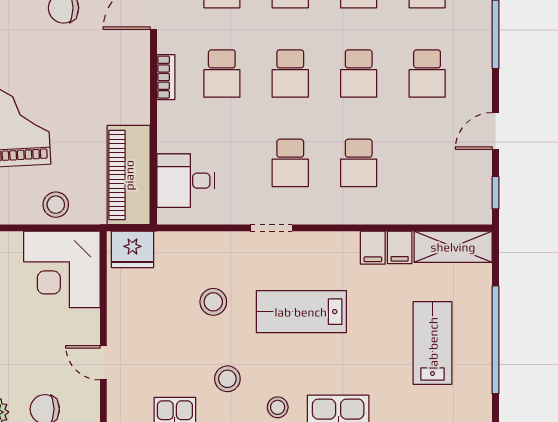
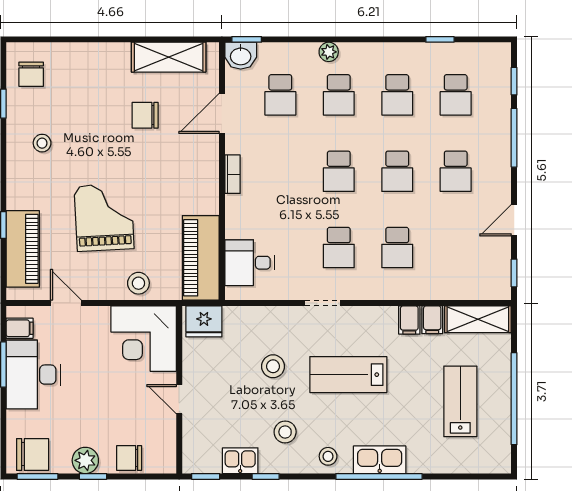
school desk: (222, 74) -> (280, 171), removed
door: (103, 363) -> (179, 399), moved

